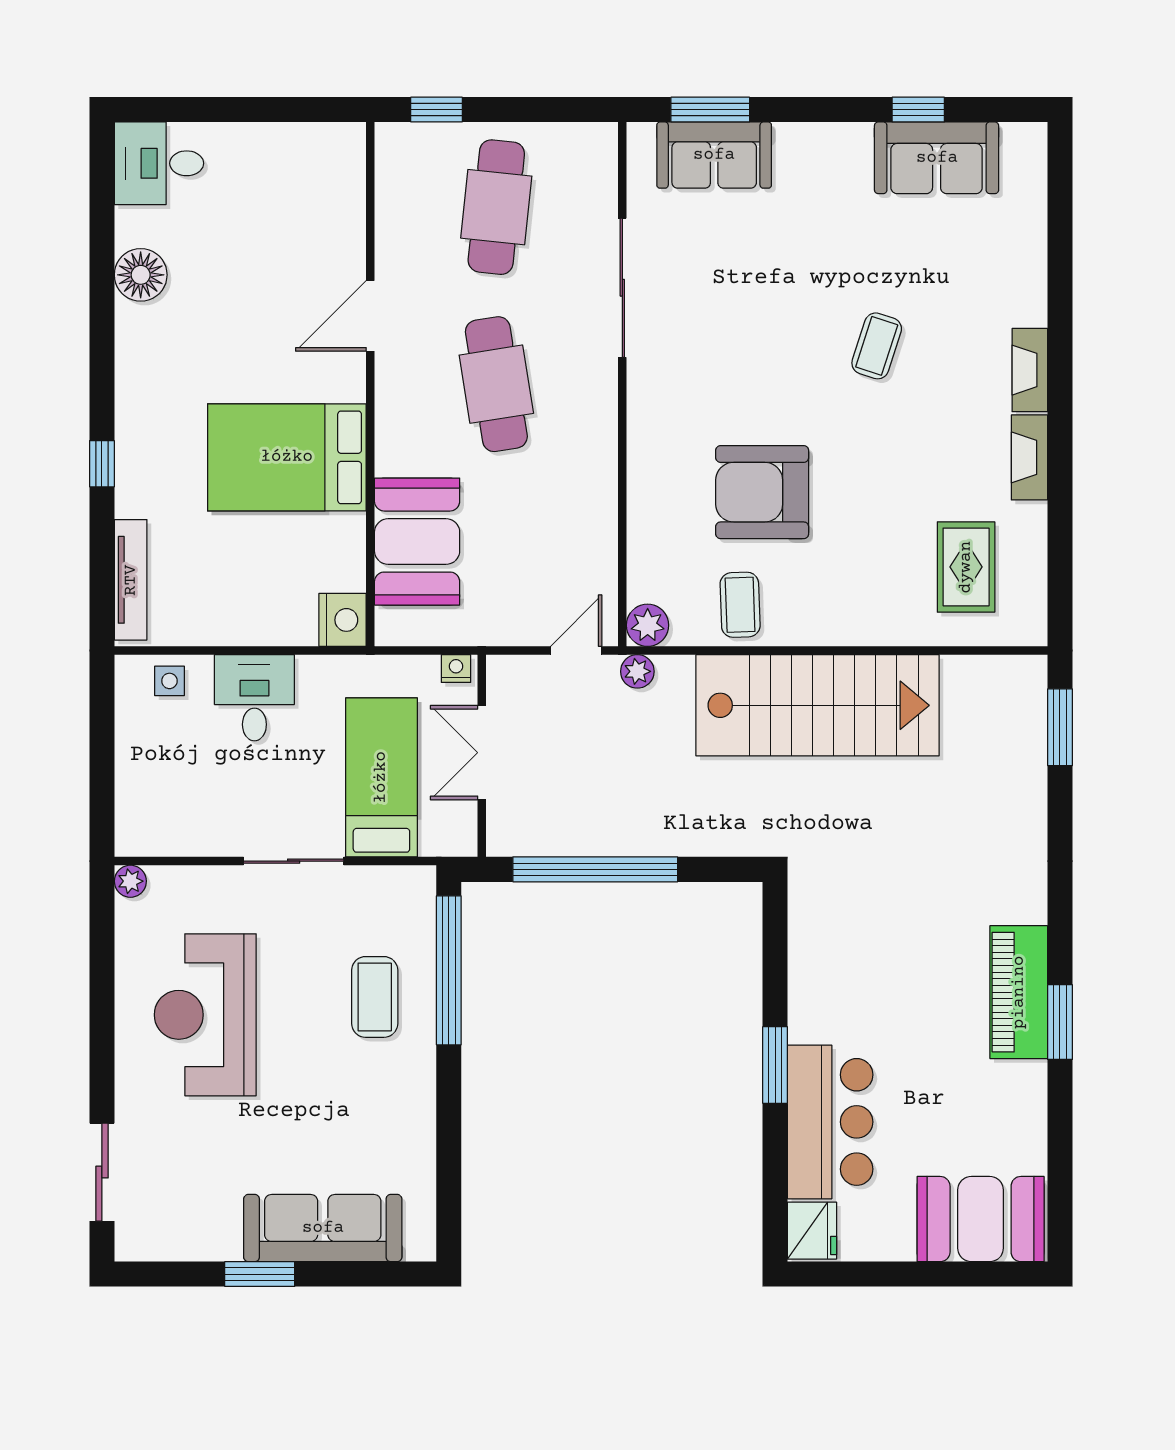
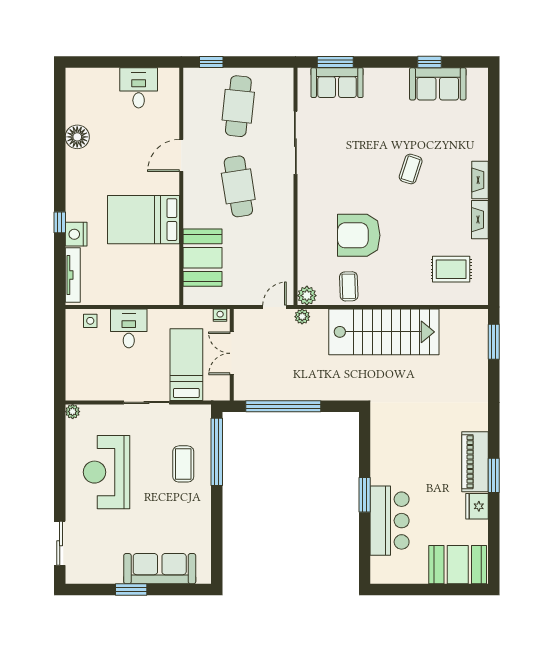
desk: (159, 163) -> (139, 88), moved, turned 90
rug: (966, 567) -> (451, 269), turned 90
nightstand: (343, 620) -> (76, 234), moved, turned 180
fridge: (812, 1231) -> (477, 506), moved, turned 180

